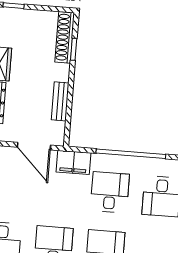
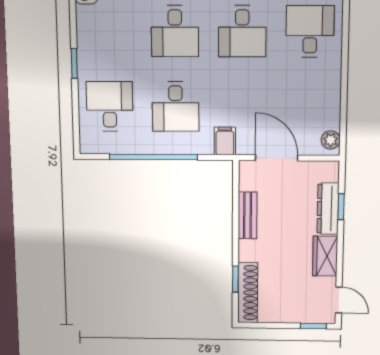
filing cabinet: (73, 162) -> (225, 141), width x0.50

